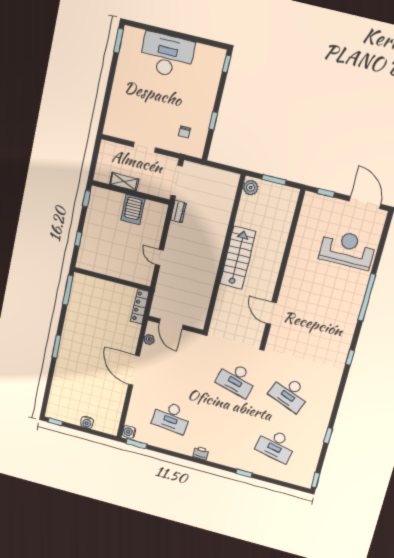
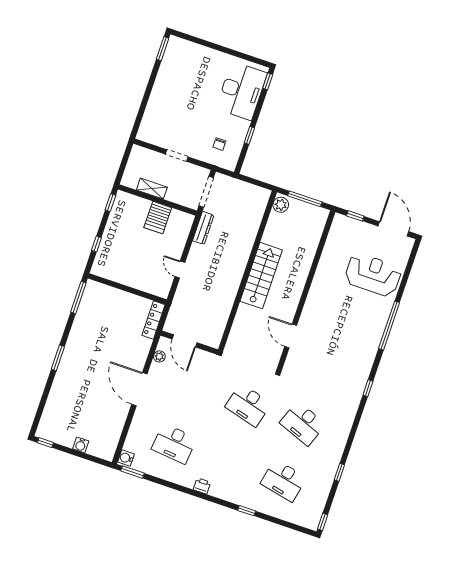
desk: (167, 55) -> (242, 91), moved, turned 90
window: (274, 180) -> (305, 199), width x1.44
dresser: (178, 212) -> (203, 228), width x1.44

